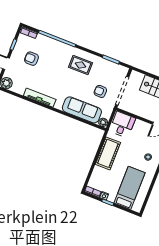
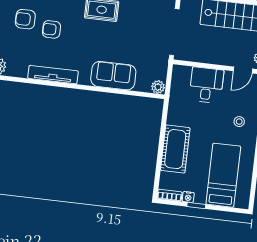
armchair: (100, 91) -> (51, 29), moved
sofa: (82, 110) -> (113, 76), width x0.73
desk: (122, 125) -> (206, 85), moved
cot: (108, 153) -> (175, 149), moved

